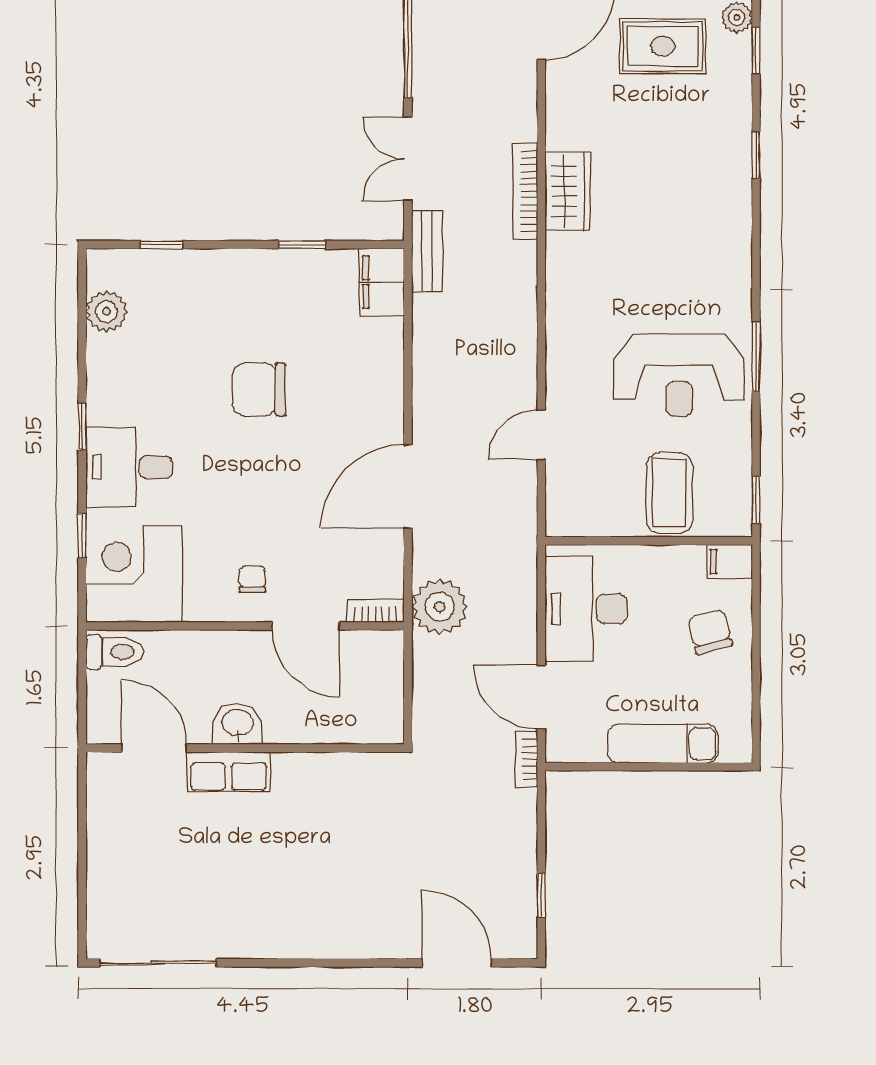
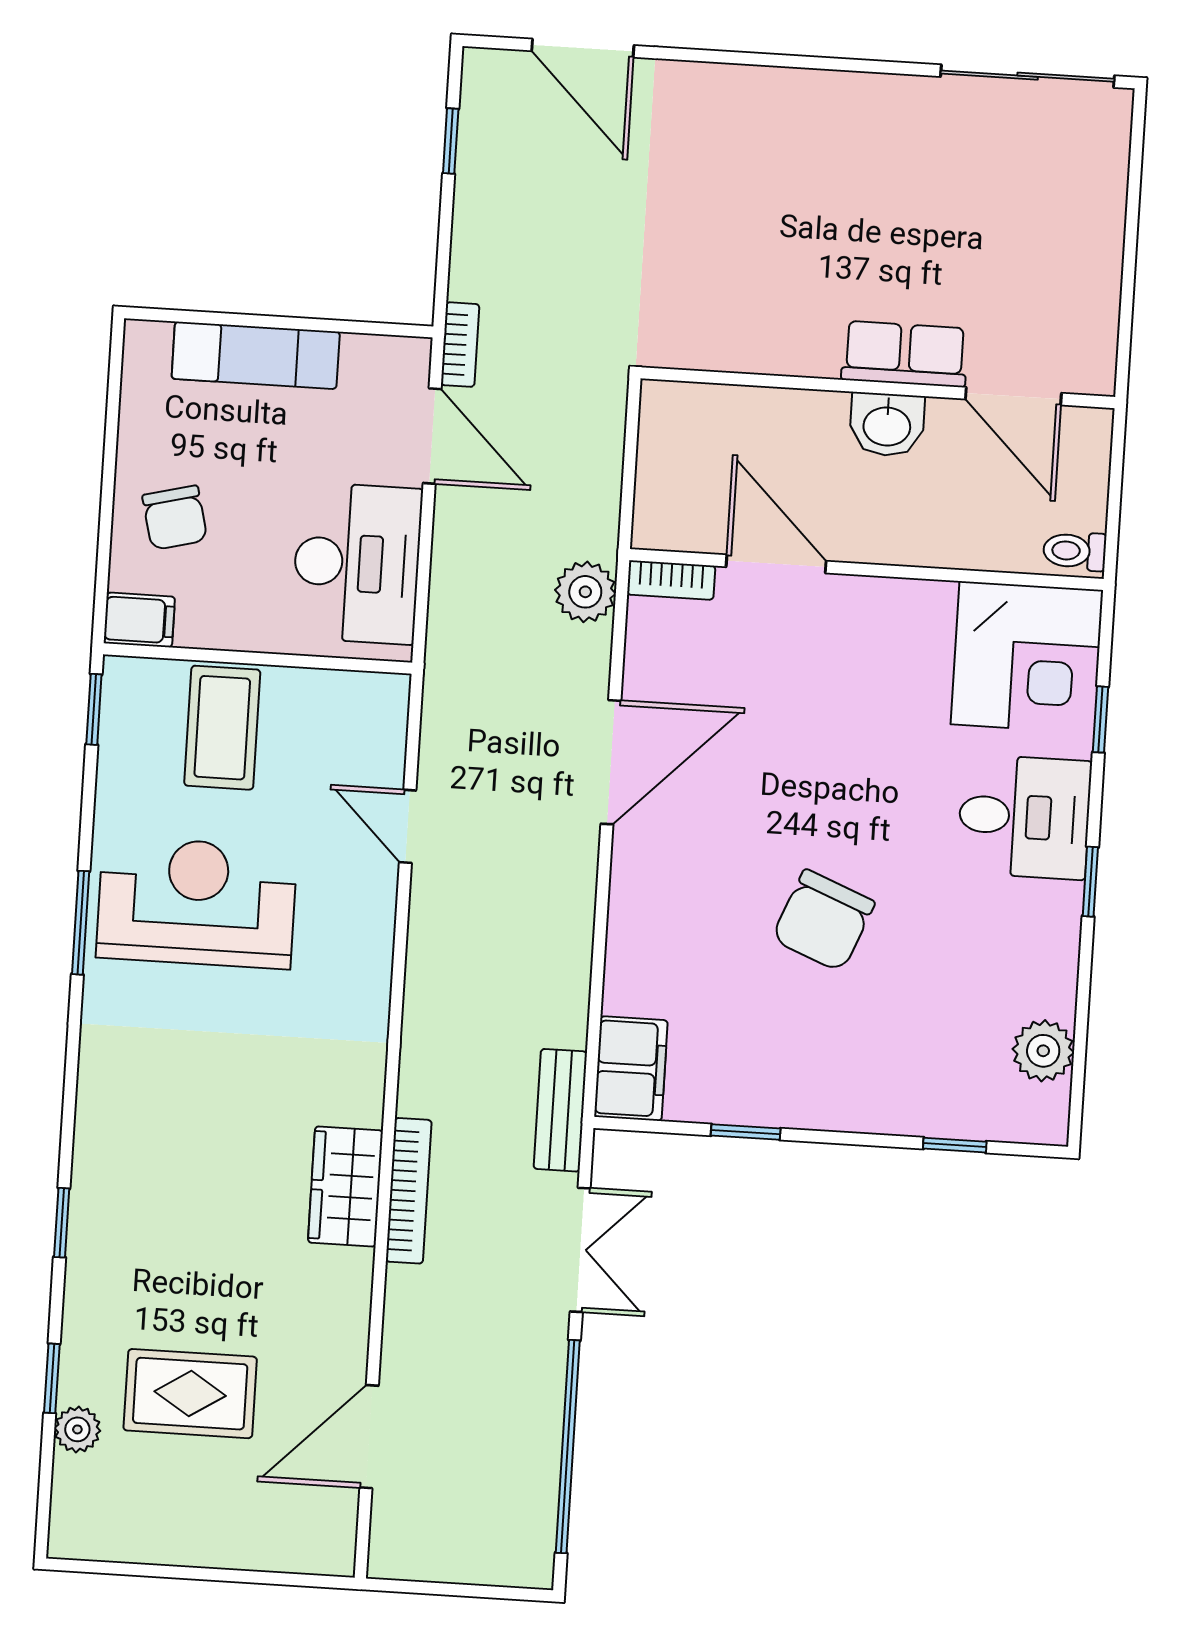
chair: (259, 389) -> (823, 920), turned 112
door: (541, 435) -> (408, 826), swing flipped
chair: (252, 579) -> (851, 639), removed
plant: (440, 607) -> (585, 592), width x0.73, depth x0.73
toilet: (114, 652) -> (1075, 551), width x0.73, depth x0.72

